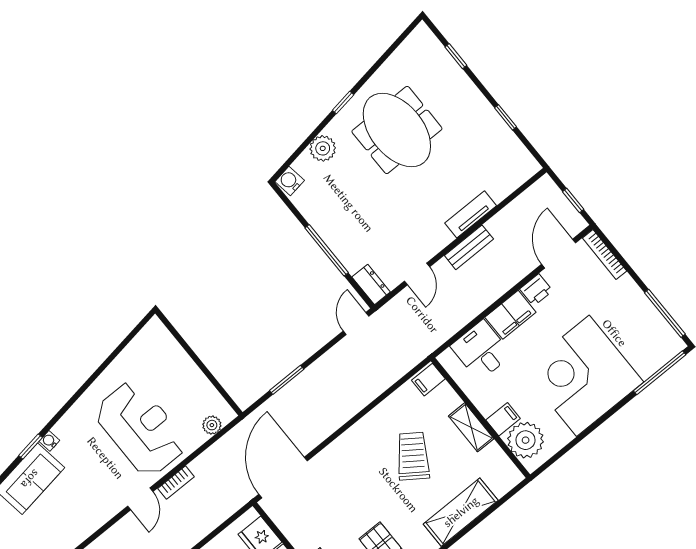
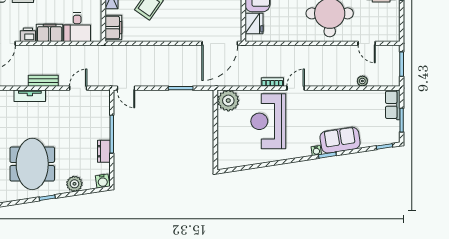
dresser: (371, 285) -> (104, 151), moved
door: (356, 323) -> (126, 88), hinge flipped
filing cabinet: (428, 380) -> (113, 28), width x2.00
plant: (212, 425) -> (228, 101), width x1.87, depth x1.87

